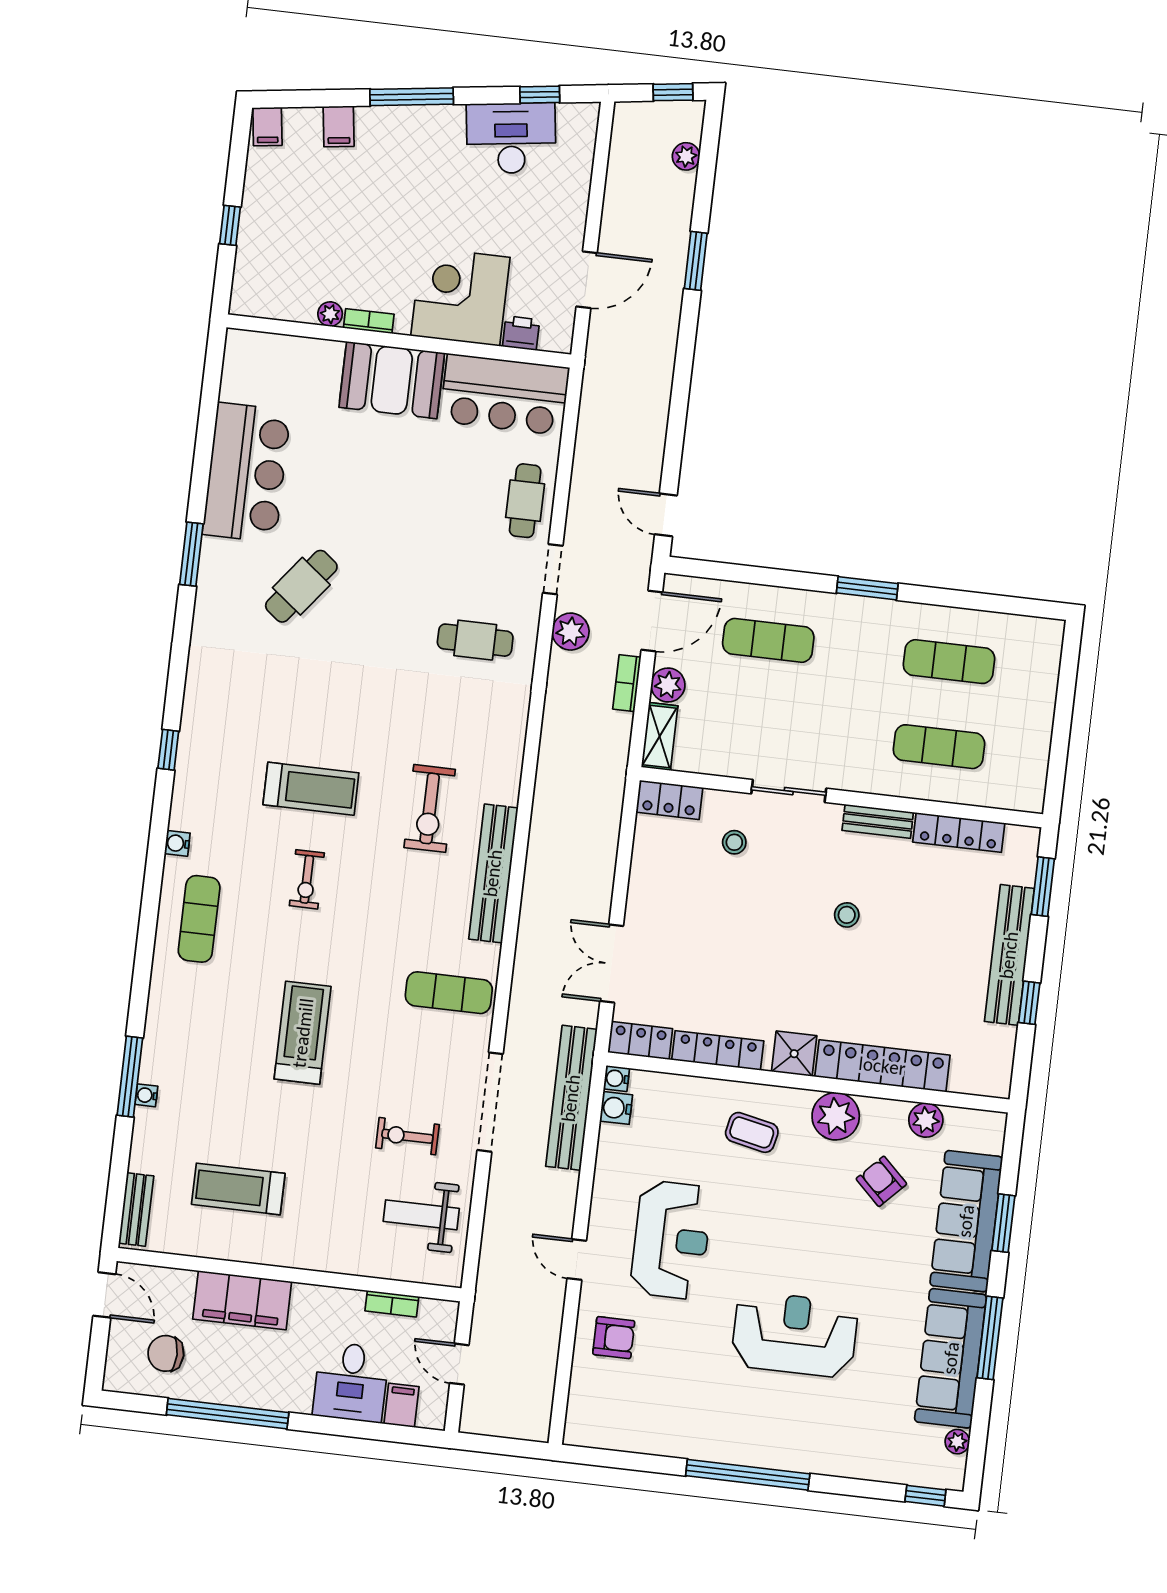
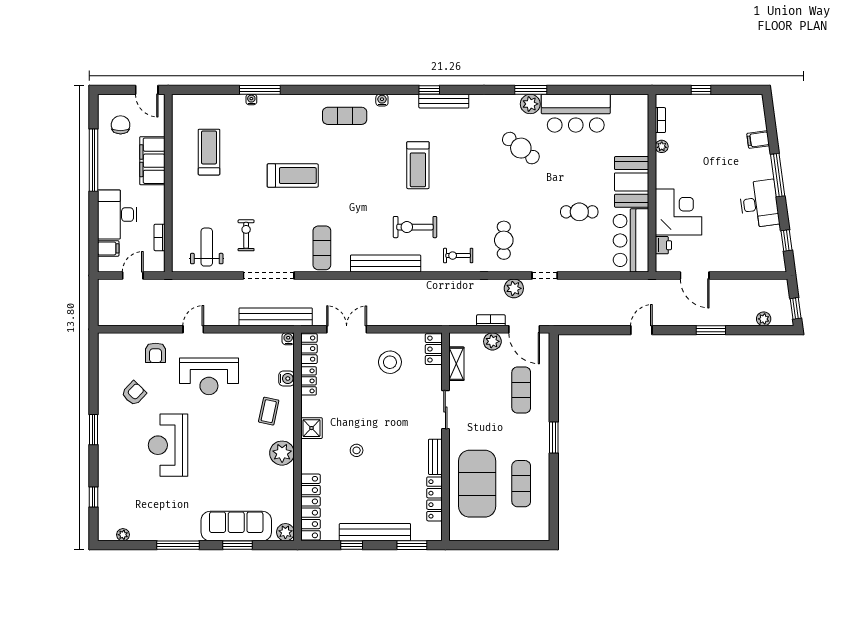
filing cabinet: (267, 127) -> (754, 103), removed
desk: (511, 138) -> (759, 204), moved
bookcase: (369, 321) -> (660, 120), moved
cafe table: (525, 501) -> (579, 212), moved
door: (666, 515) -> (641, 330), moved
plant: (218, 558) -> (530, 104), added
shelving: (660, 737) -> (456, 364), moved, turned 90
exercise mat: (939, 747) -> (477, 484), width x2.00, depth x1.45
stool: (734, 842) -> (390, 362), moved, width x1.89, depth x1.89
exercise bike: (307, 879) -> (458, 256), moved
stool: (847, 915) -> (357, 450), moved
locker: (718, 1050) -> (309, 381), width x0.66
locker: (882, 1066) -> (311, 507), moved
water cooler: (616, 1108) -> (287, 379), moved, turned 90
plant: (926, 1120) -> (285, 532), moved
armchair: (881, 1181) -> (134, 393), moved
bench: (136, 1210) -> (444, 101), moved, width x1.36
door: (104, 1295) -> (147, 90), hinge flipped
reception desk: (795, 1334) -> (168, 445), turned 180
sofa: (951, 1358) -> (165, 526), removed
desk: (351, 1382) -> (117, 215), width x1.37
window: (748, 1475) -> (93, 430), width x0.47
window: (925, 1496) -> (93, 497), moved

